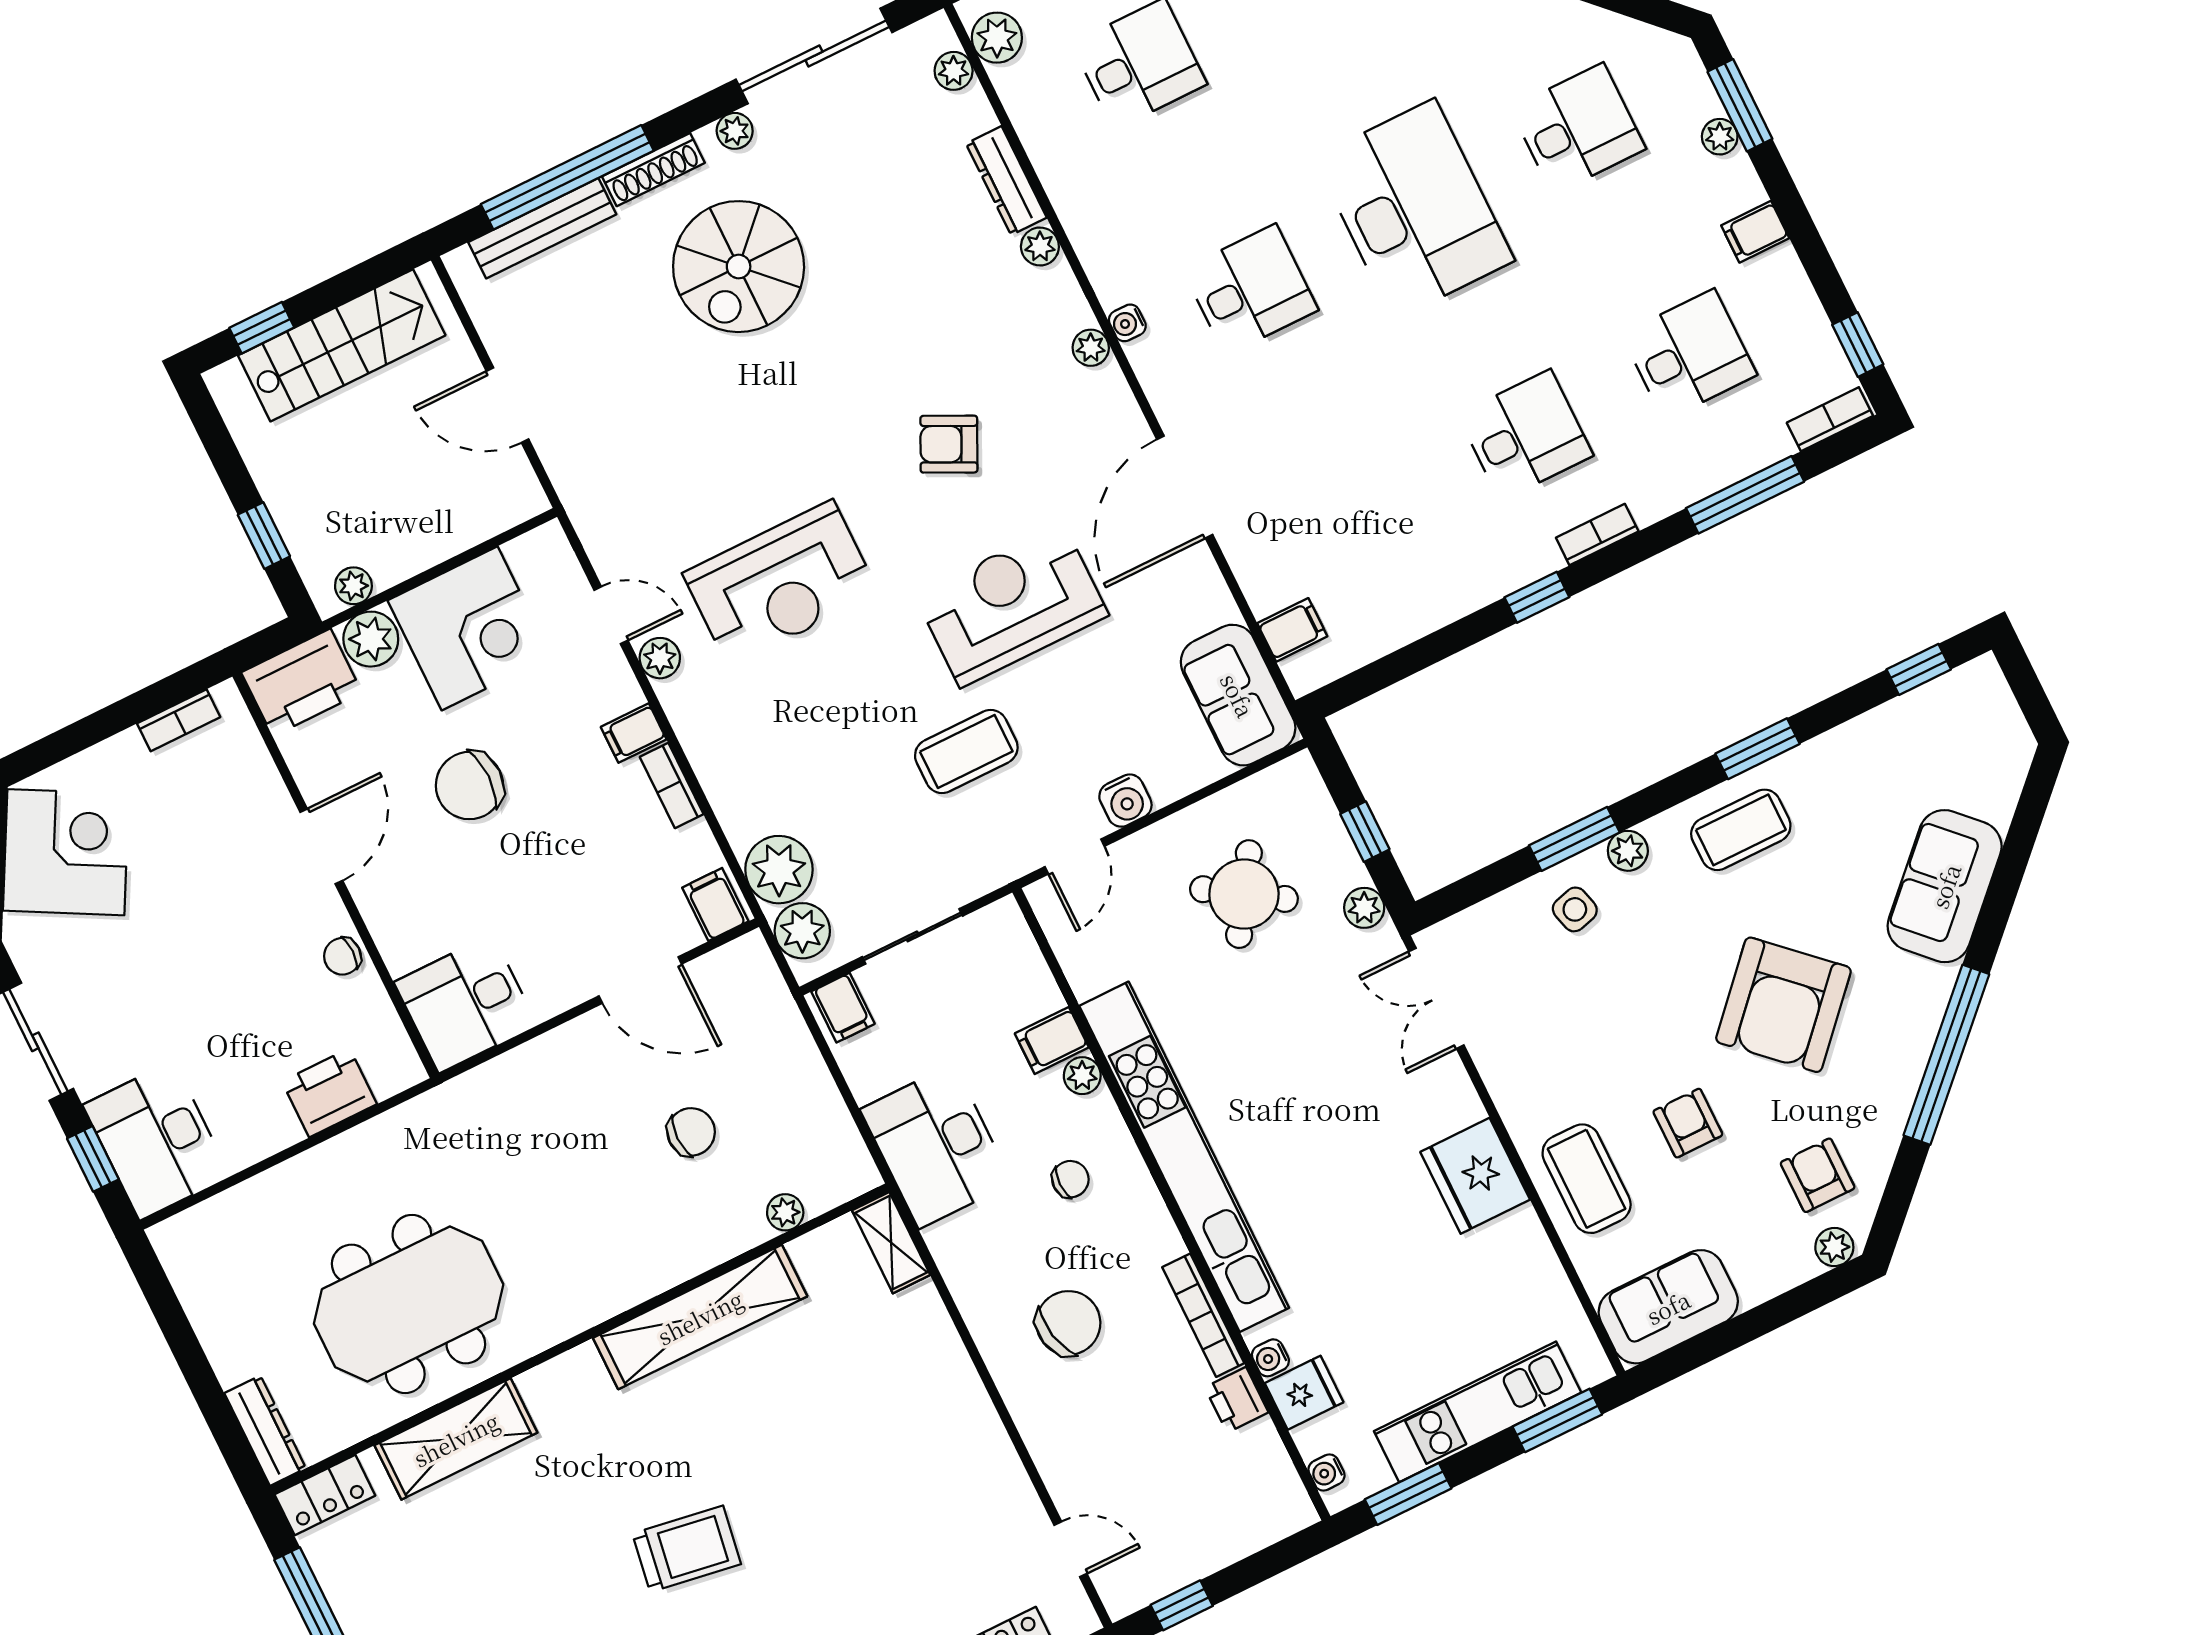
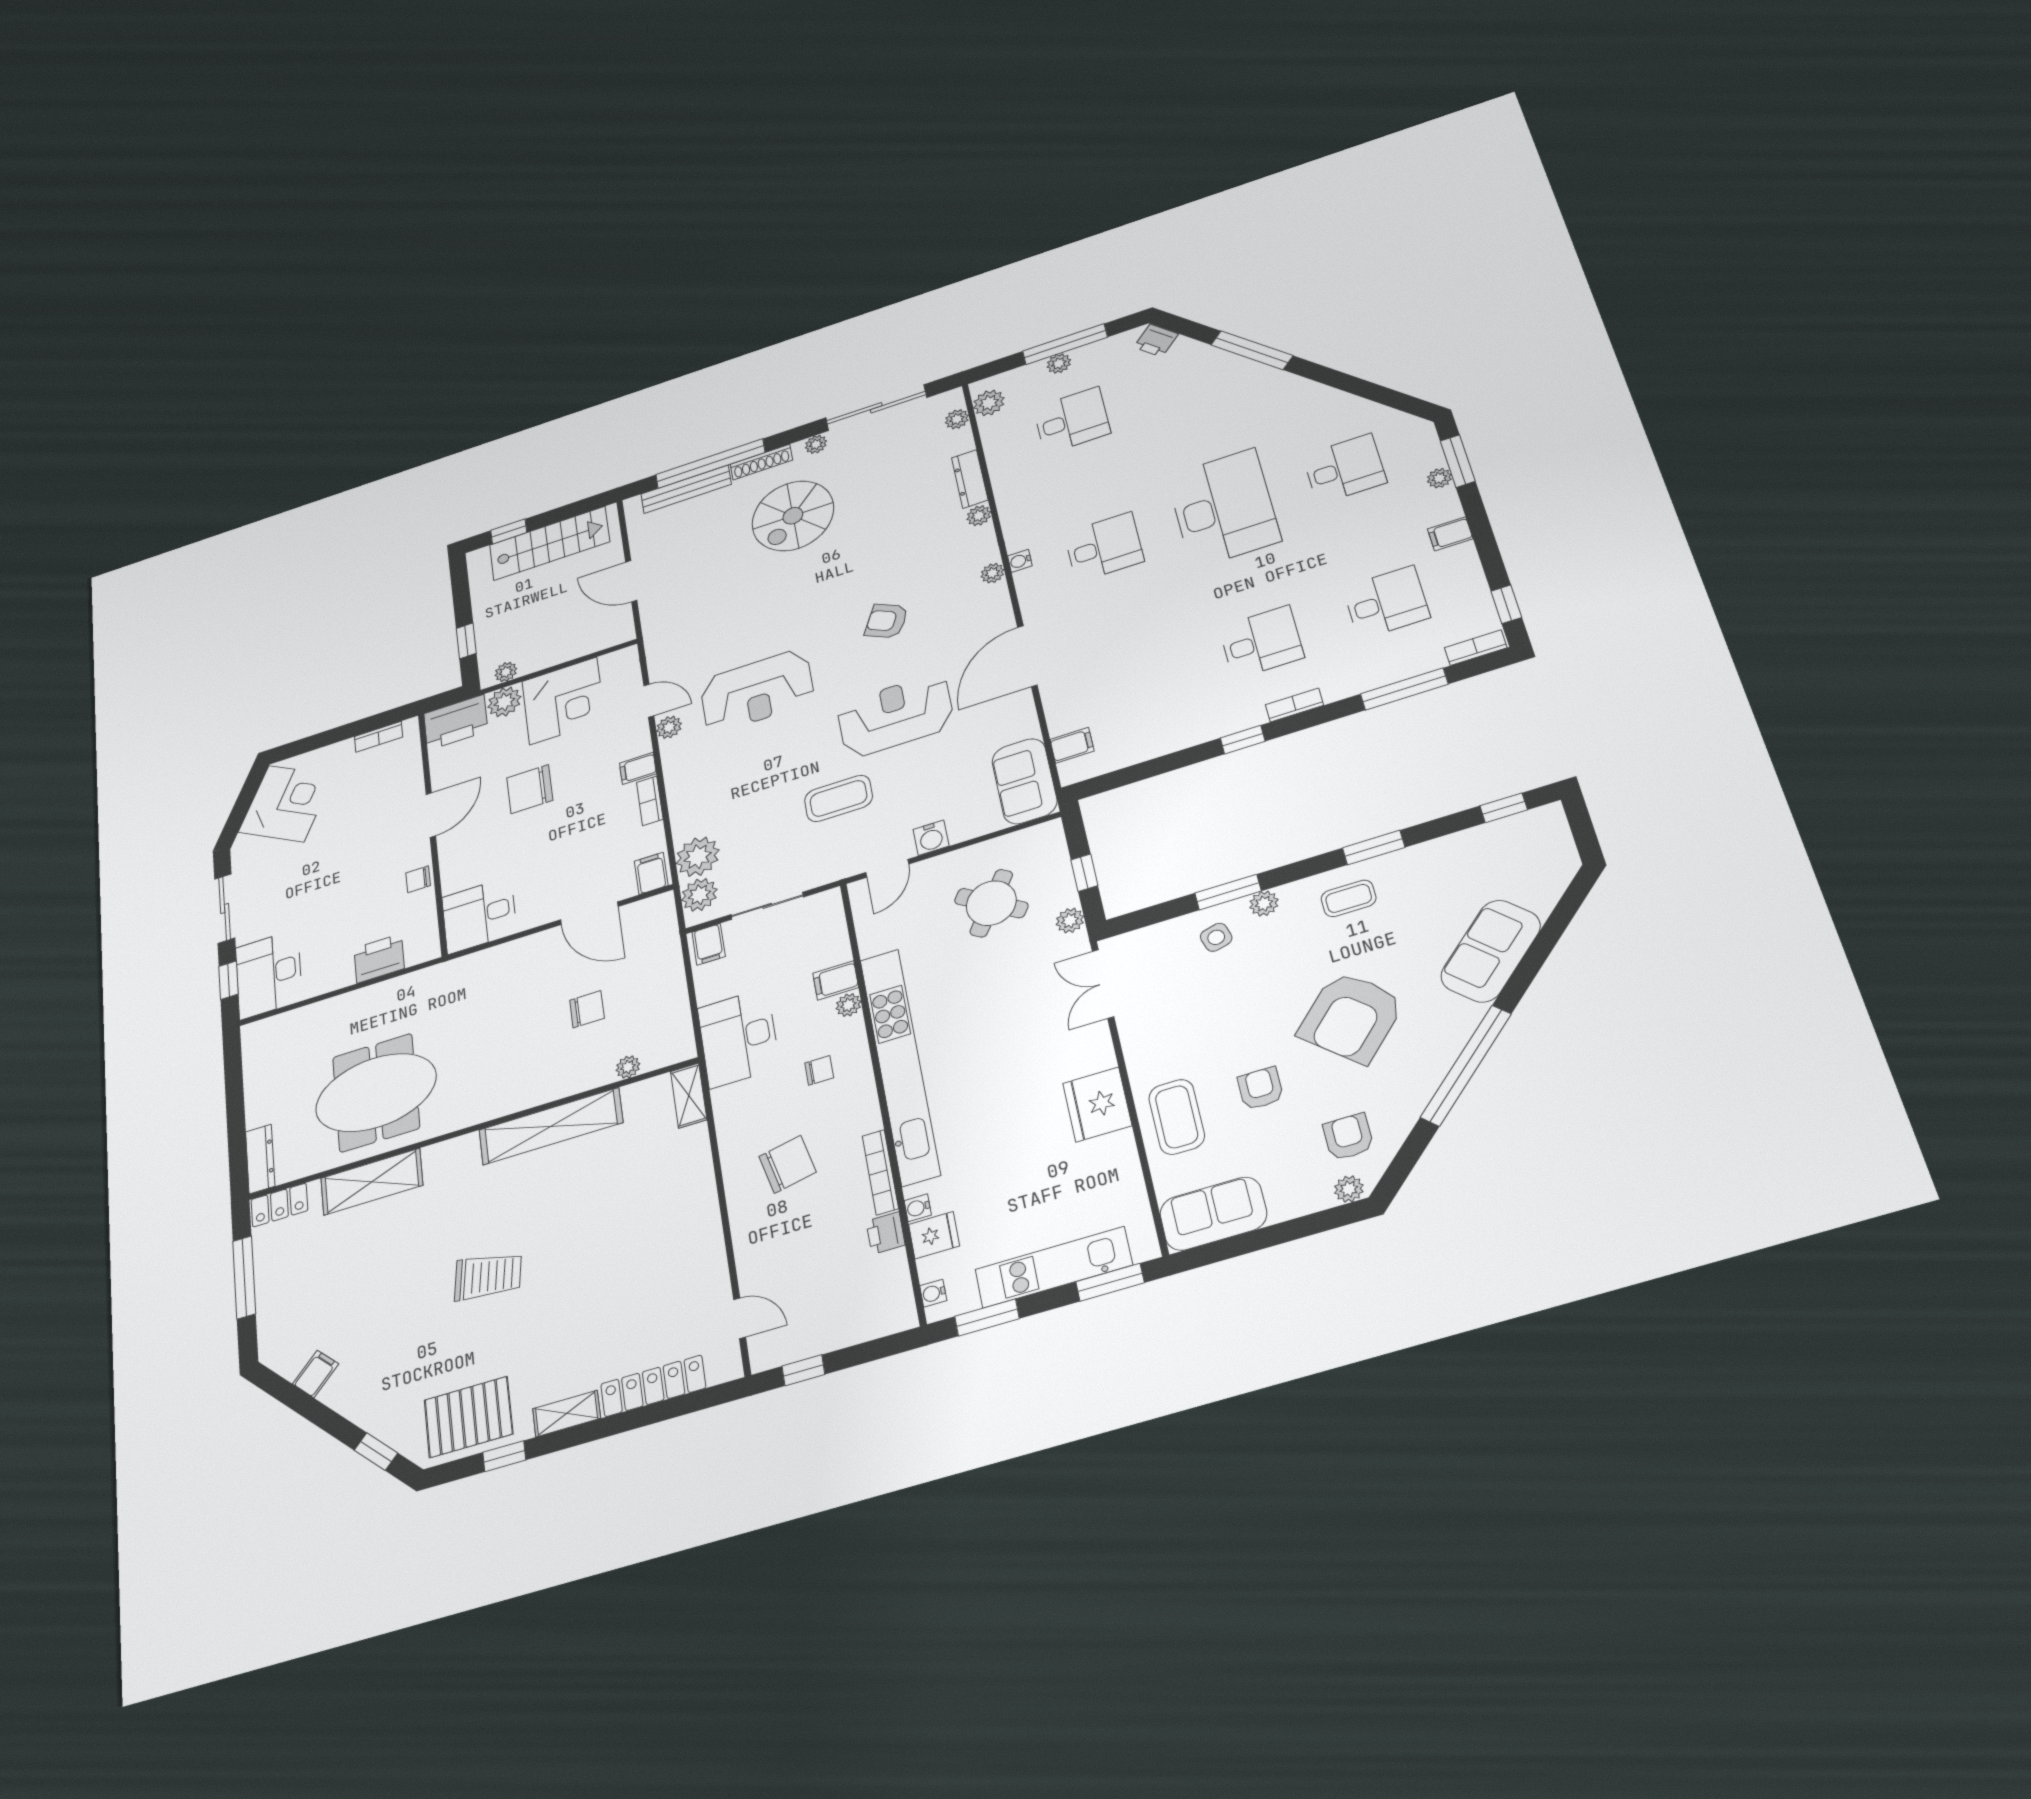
coffee table: (1741, 830) -> (1349, 898), width x0.73, depth x0.77

